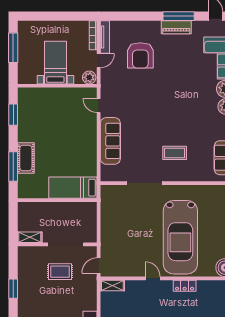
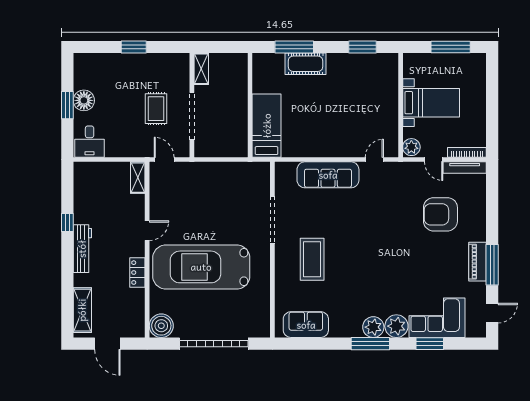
coffee table: (175, 153) -> (312, 259), width x1.36, depth x1.32

